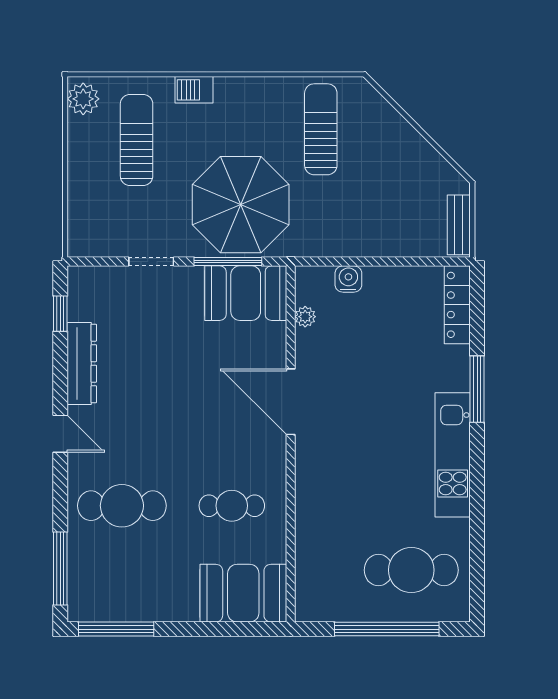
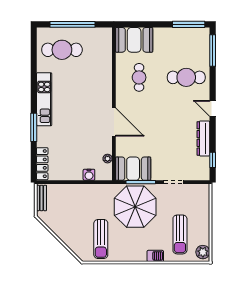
cafe table: (232, 506) -> (139, 77), turned 90

